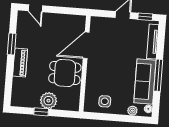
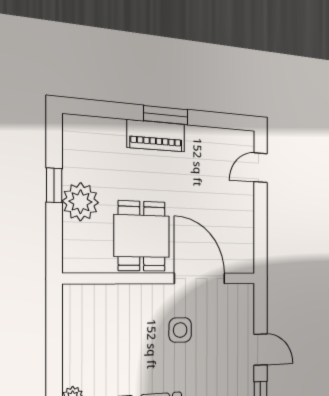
window: (12, 44) -> (166, 115), moved
side table: (105, 101) -> (180, 330), moved

